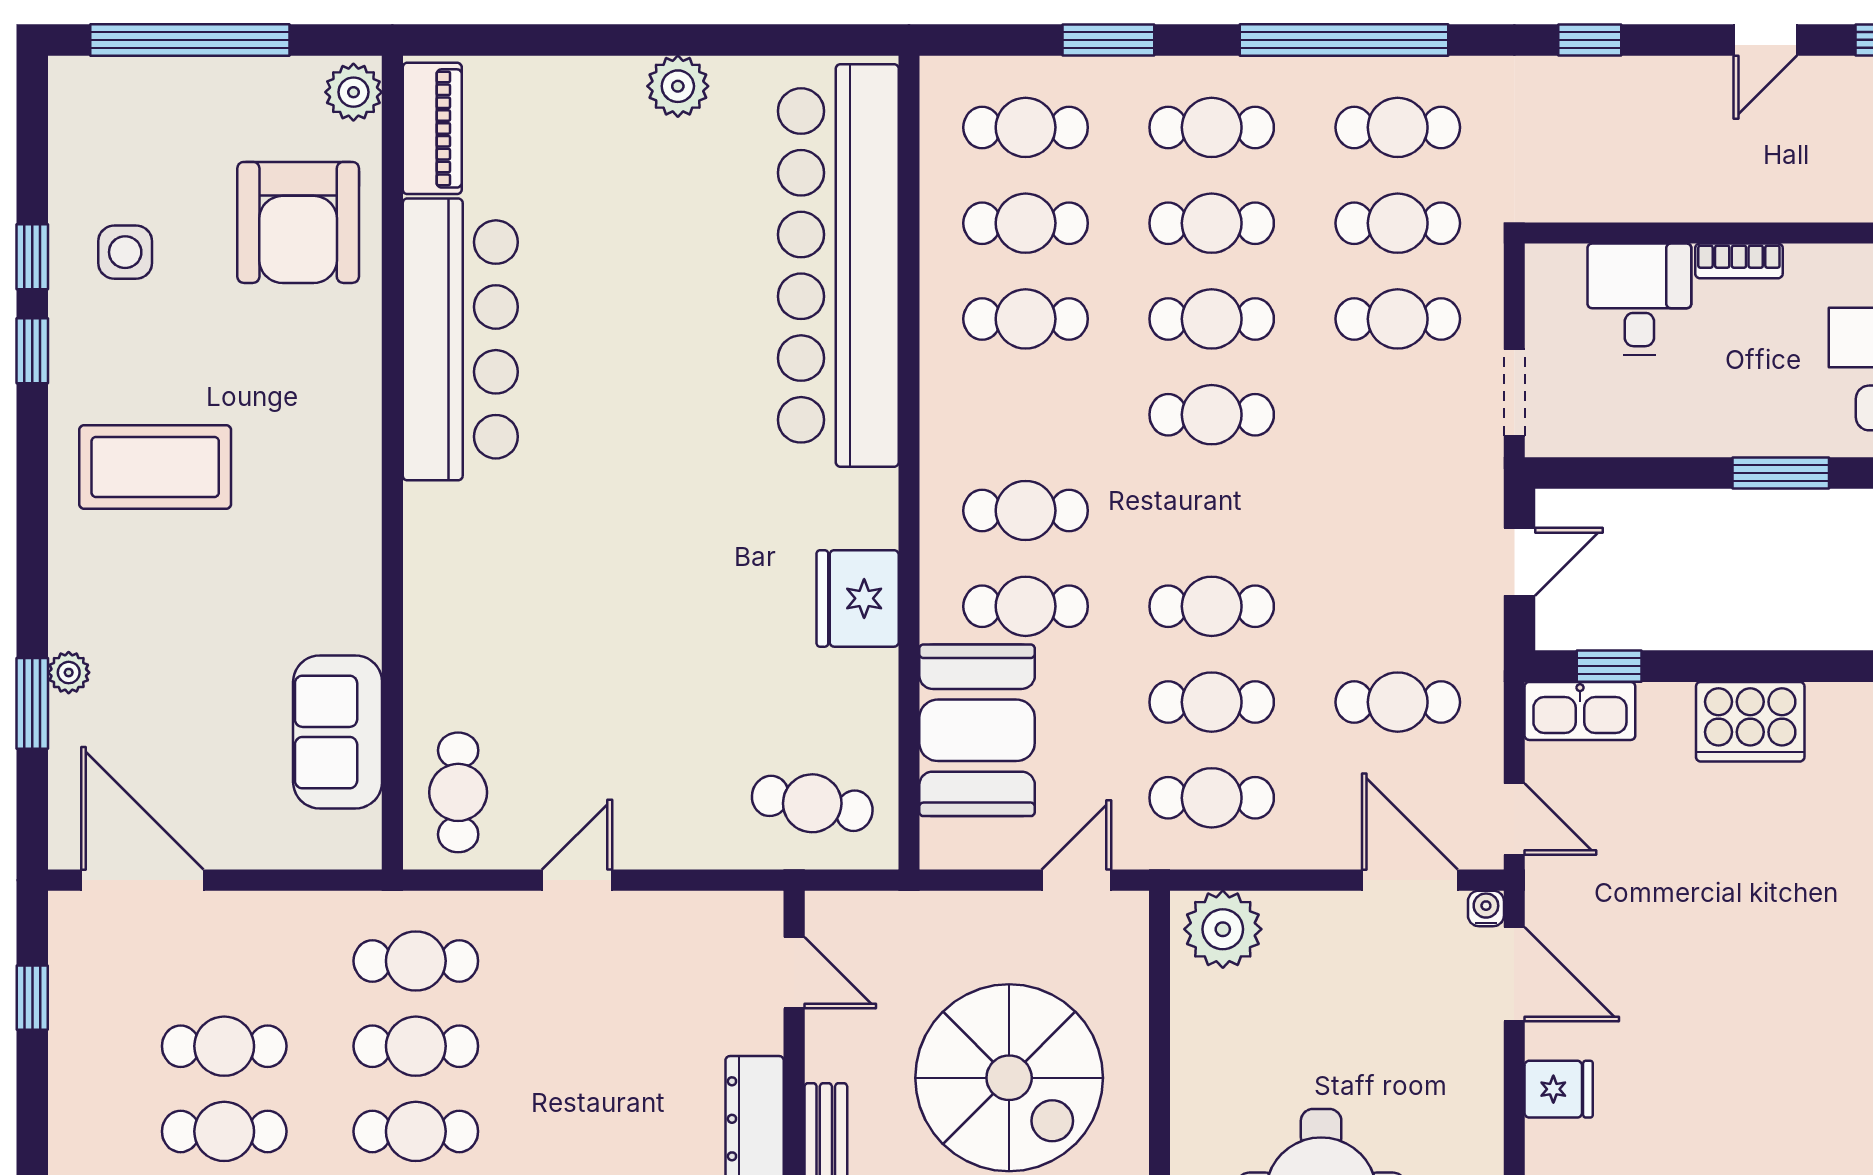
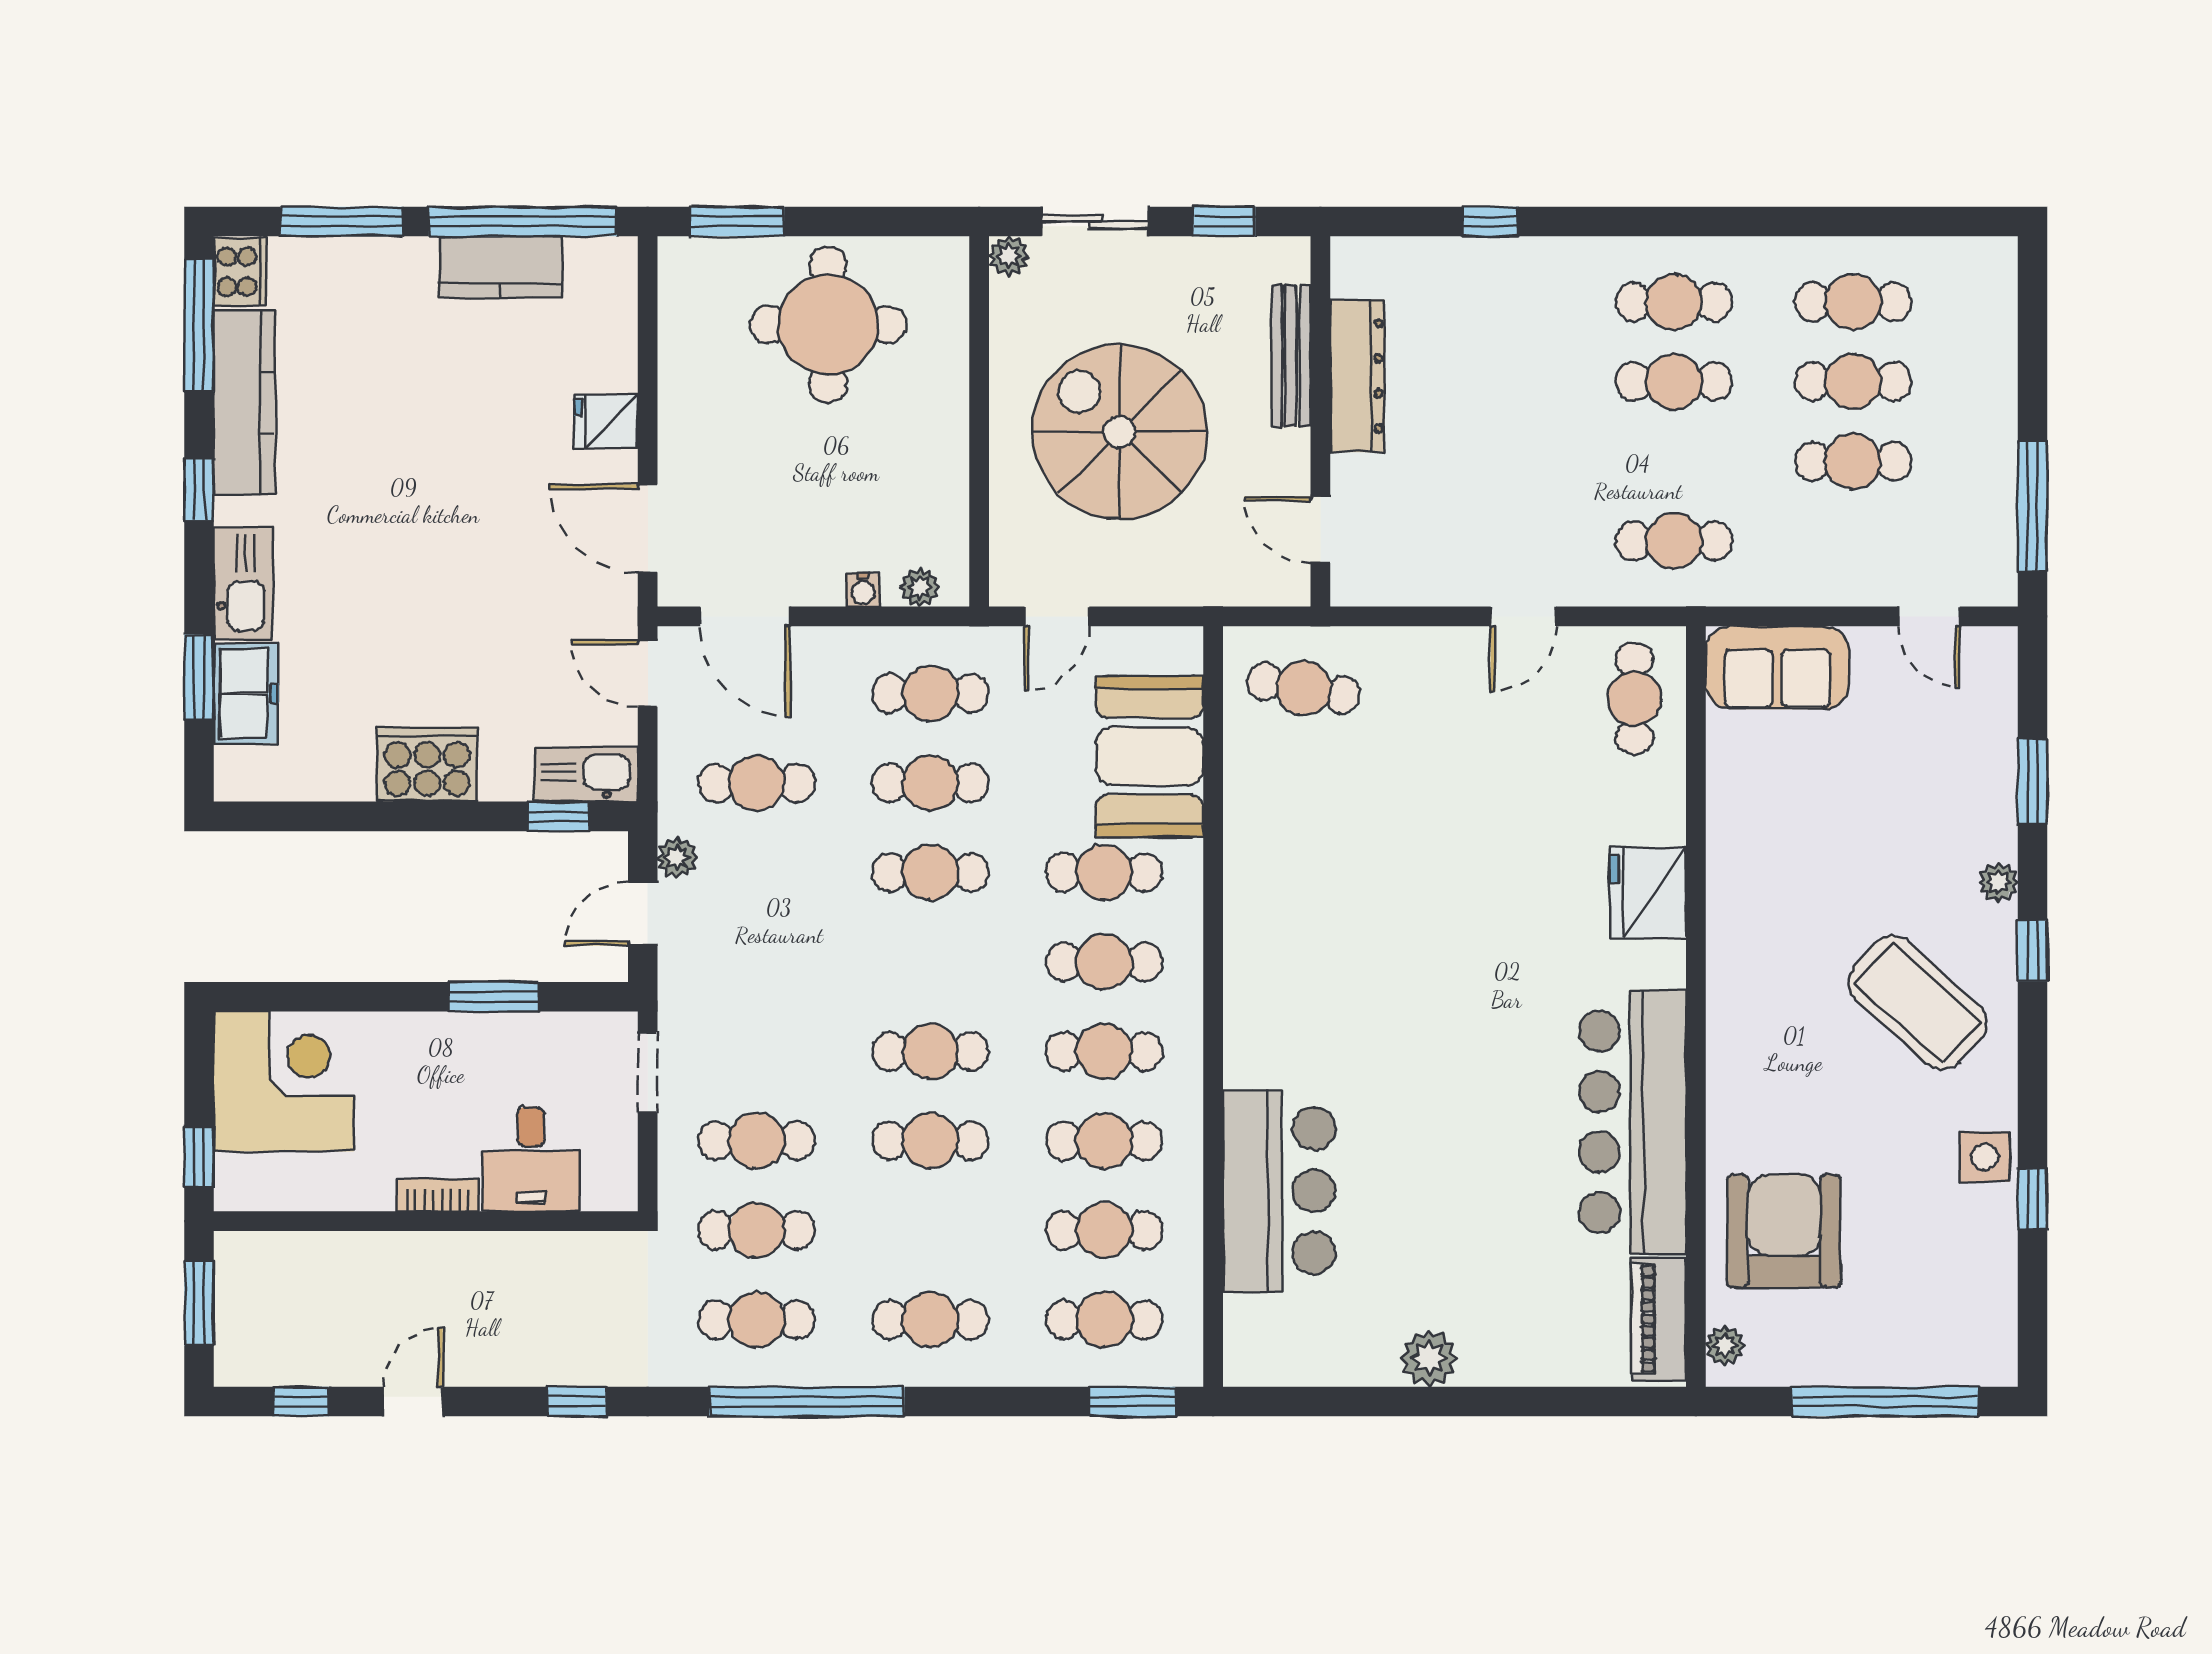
window: (1108, 40) -> (1132, 1402), moved
plant: (353, 92) -> (1725, 1345), width x0.73, depth x0.73
cafe table: (1212, 223) -> (1104, 1051), moved
side table: (125, 252) -> (1985, 1157), moved
bar counter: (838, 265) -> (1279, 1191), width x0.54
window: (32, 351) -> (2032, 951), moved
coffee table: (155, 467) -> (1918, 1002), turned 42
window: (1781, 473) -> (494, 997), moved
fridge: (858, 598) -> (1648, 893), moved, turned 180
plant: (1483, 622) -> (677, 858), added
plant: (69, 673) -> (1998, 882), moved
sofa: (338, 732) -> (1777, 668), moved, turned 90
door: (142, 880) -> (1929, 616), width x0.53
water cooler: (1486, 908) -> (863, 590), moved
plant: (1223, 929) -> (920, 587), width x0.53, depth x0.53
window: (32, 998) -> (2032, 507), width x2.17
cafe table: (416, 1046) -> (1674, 461), removed

